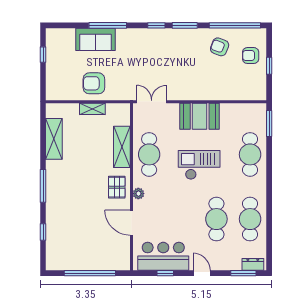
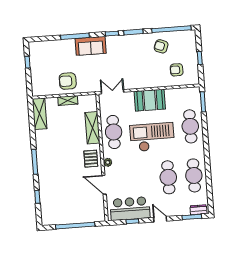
sofa: (95, 39) -> (91, 46), moved
armchair: (251, 56) -> (177, 70), moved
shelving: (54, 139) -> (40, 114), moved
checkout: (199, 165) -> (152, 137), width x1.36, depth x1.21

